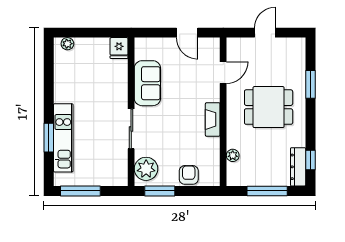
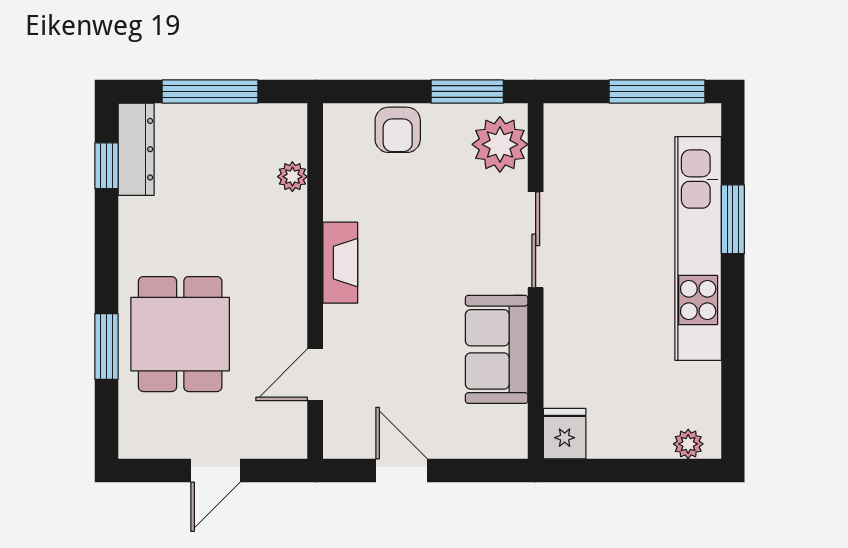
dining table: (269, 107) -> (180, 334), moved, turned 90
kitchen unit: (63, 138) -> (698, 248), width x1.36

